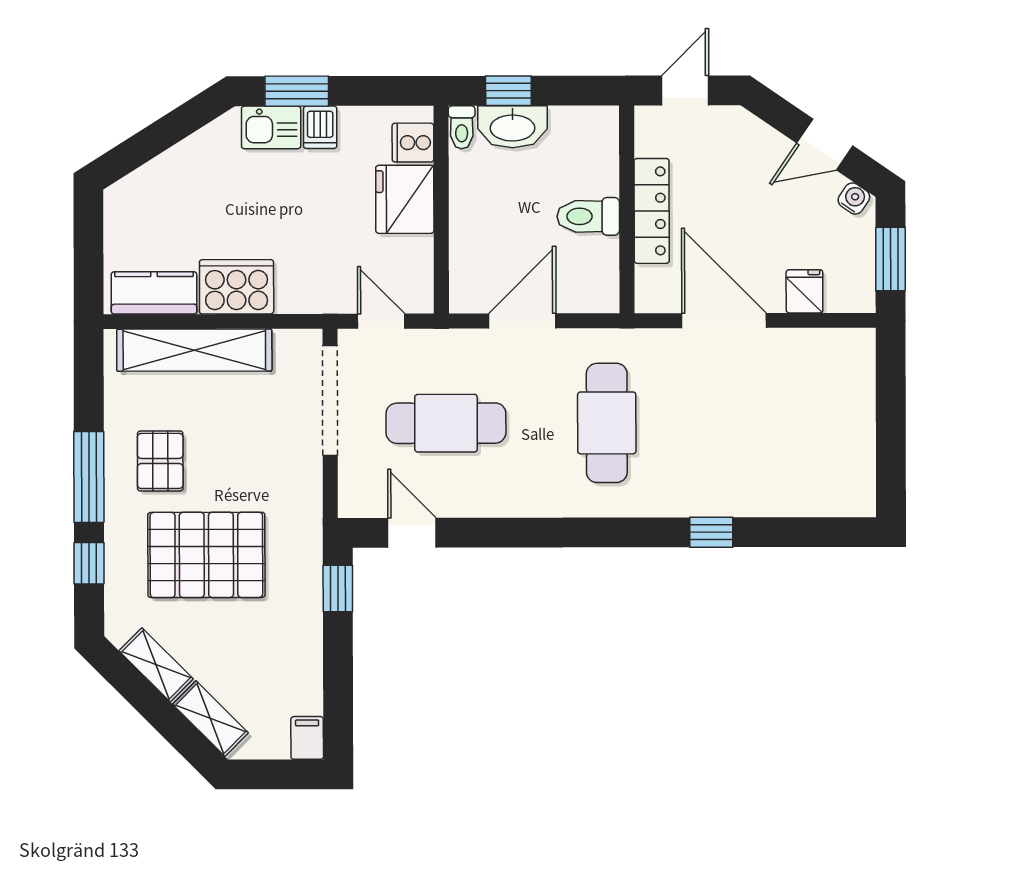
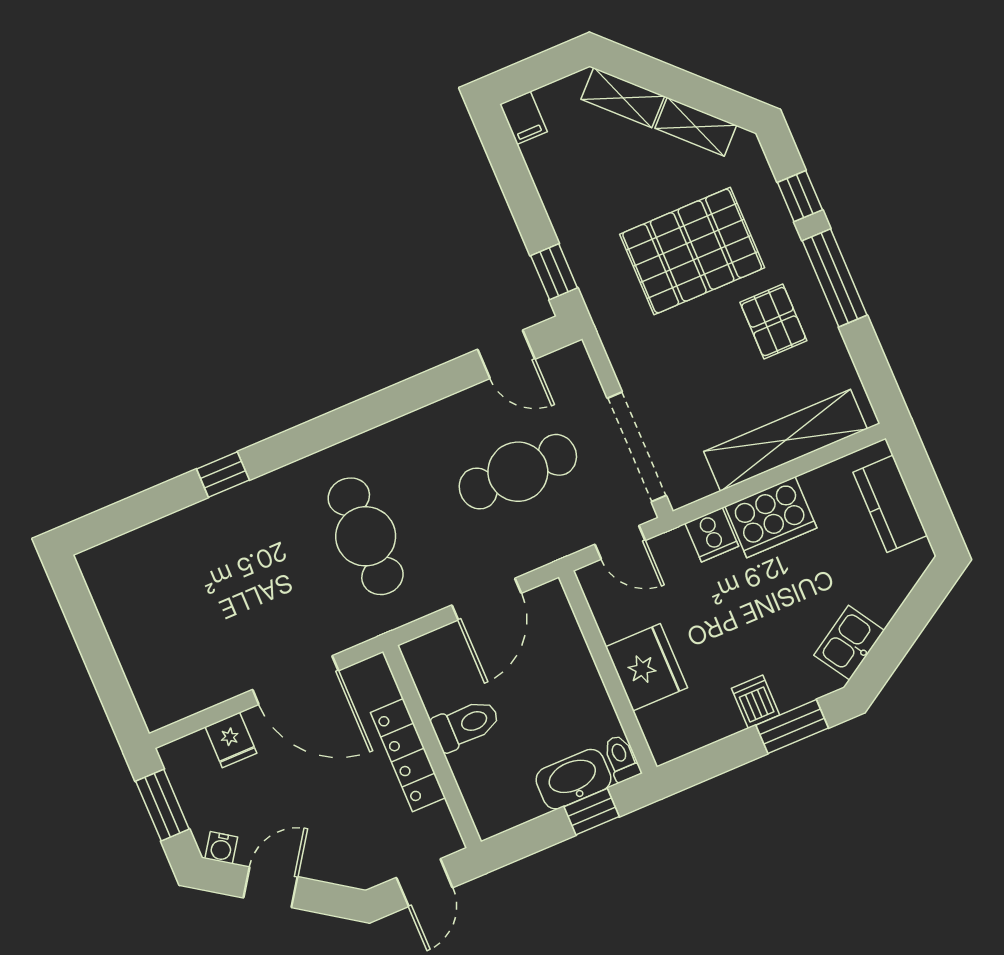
kitchen sink: (271, 127) -> (849, 643), moved, turned -32
cooker: (413, 143) -> (712, 535), moved, turned 90
kitchen counter: (154, 293) -> (890, 504), moved, turned 90

